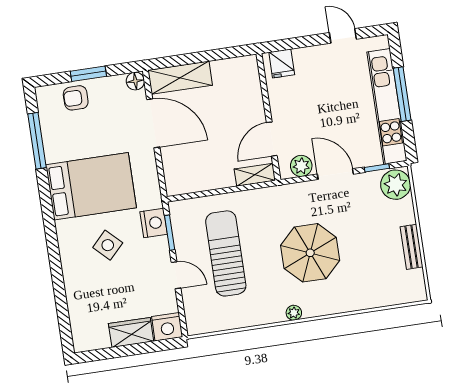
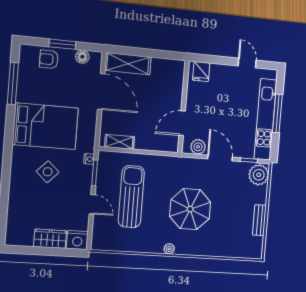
floor lamp: (135, 81) -> (82, 57), moved
shelving: (255, 175) -> (120, 142), moved
nightstand: (154, 223) -> (89, 159), width x0.53, depth x0.56

